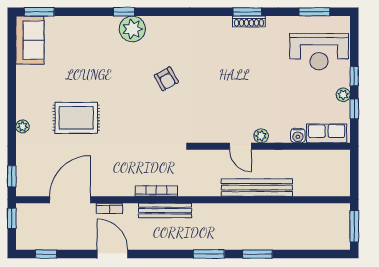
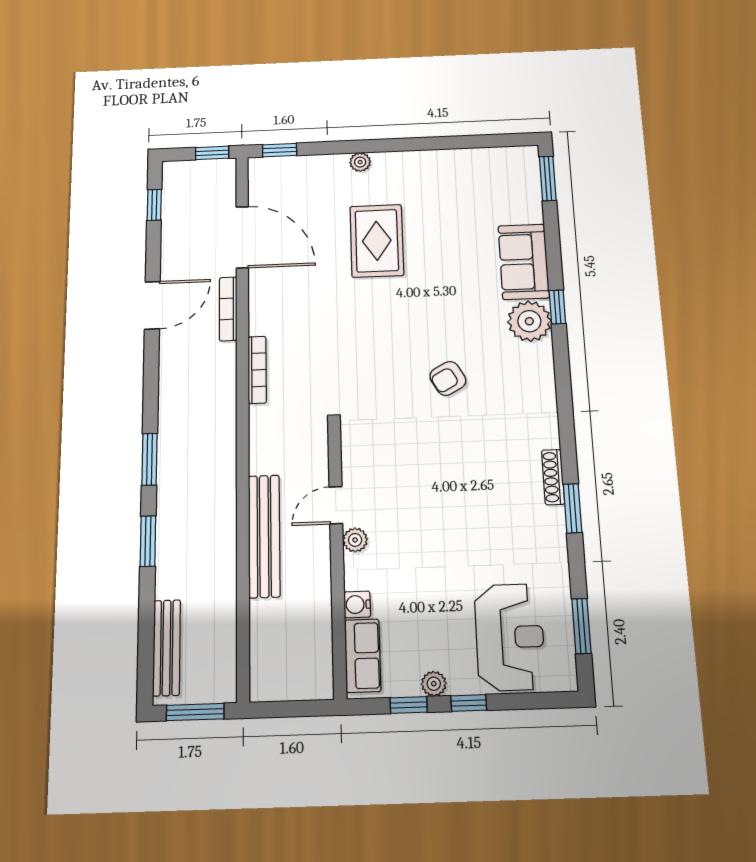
shoe rack: (249, 21) -> (553, 477), moved
sofa: (30, 40) -> (524, 262), moved, turned 90
reception desk: (319, 52) -> (510, 637), turned 180
bookcase: (109, 208) -> (228, 309), width x1.56
bench: (165, 211) -> (167, 648), moved

